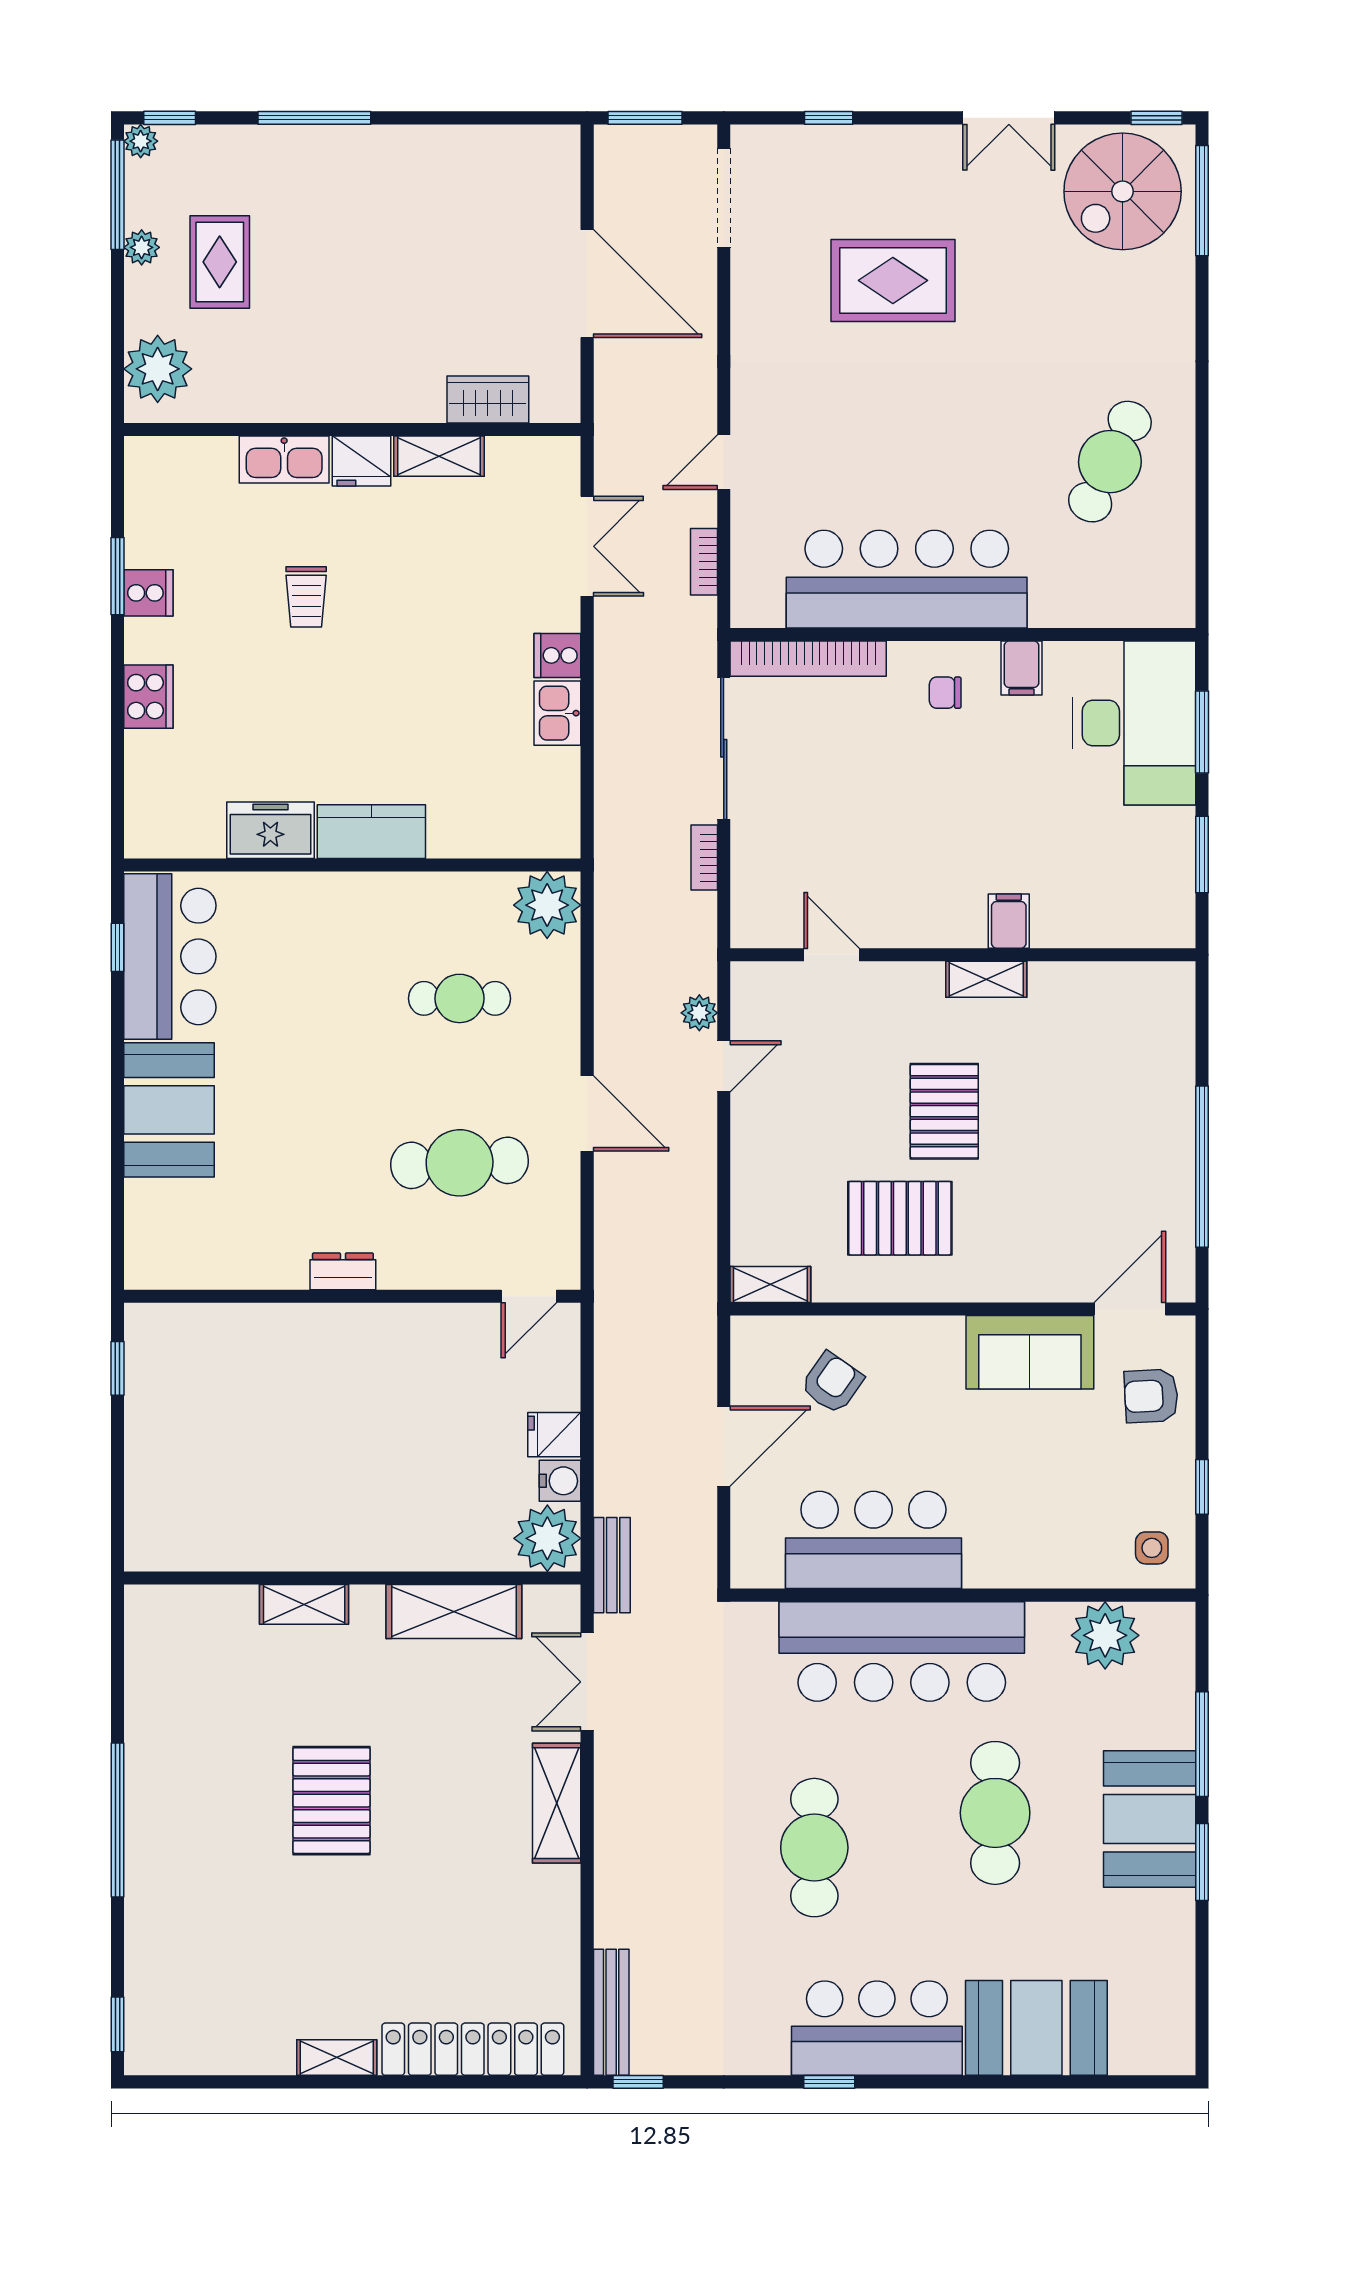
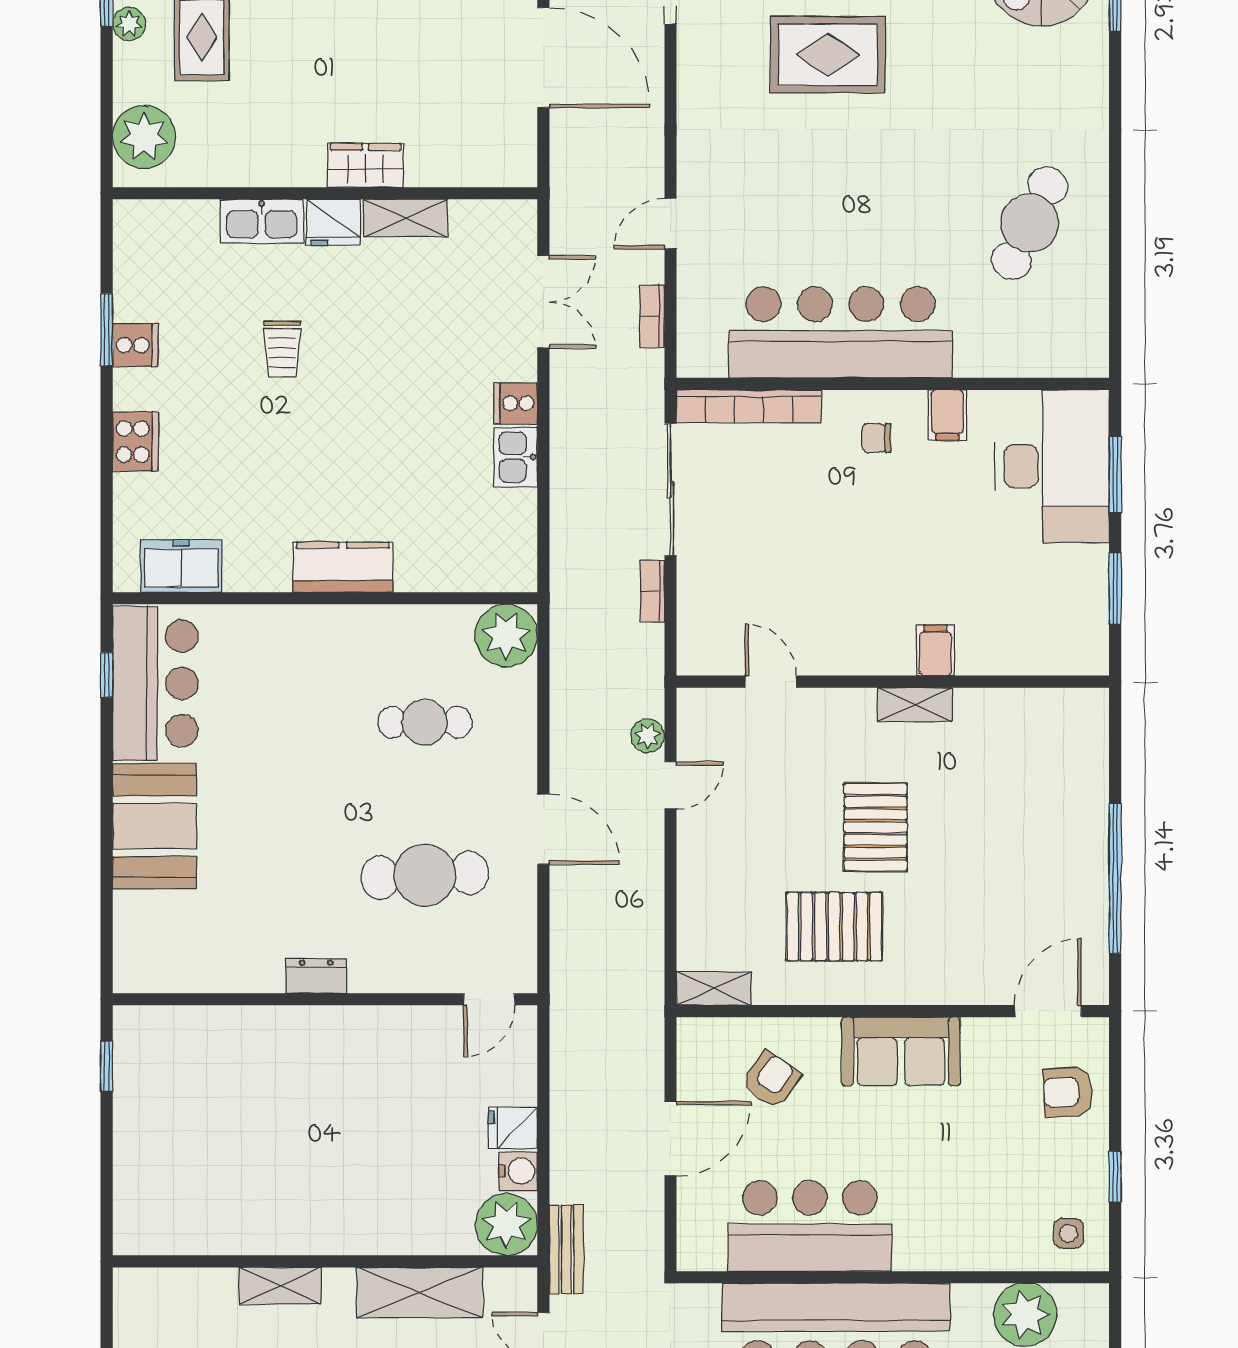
wardrobe: (488, 399) -> (365, 165), moved
freezer: (270, 830) -> (181, 566), moved
sofa: (1030, 1352) -> (901, 1051), moved

